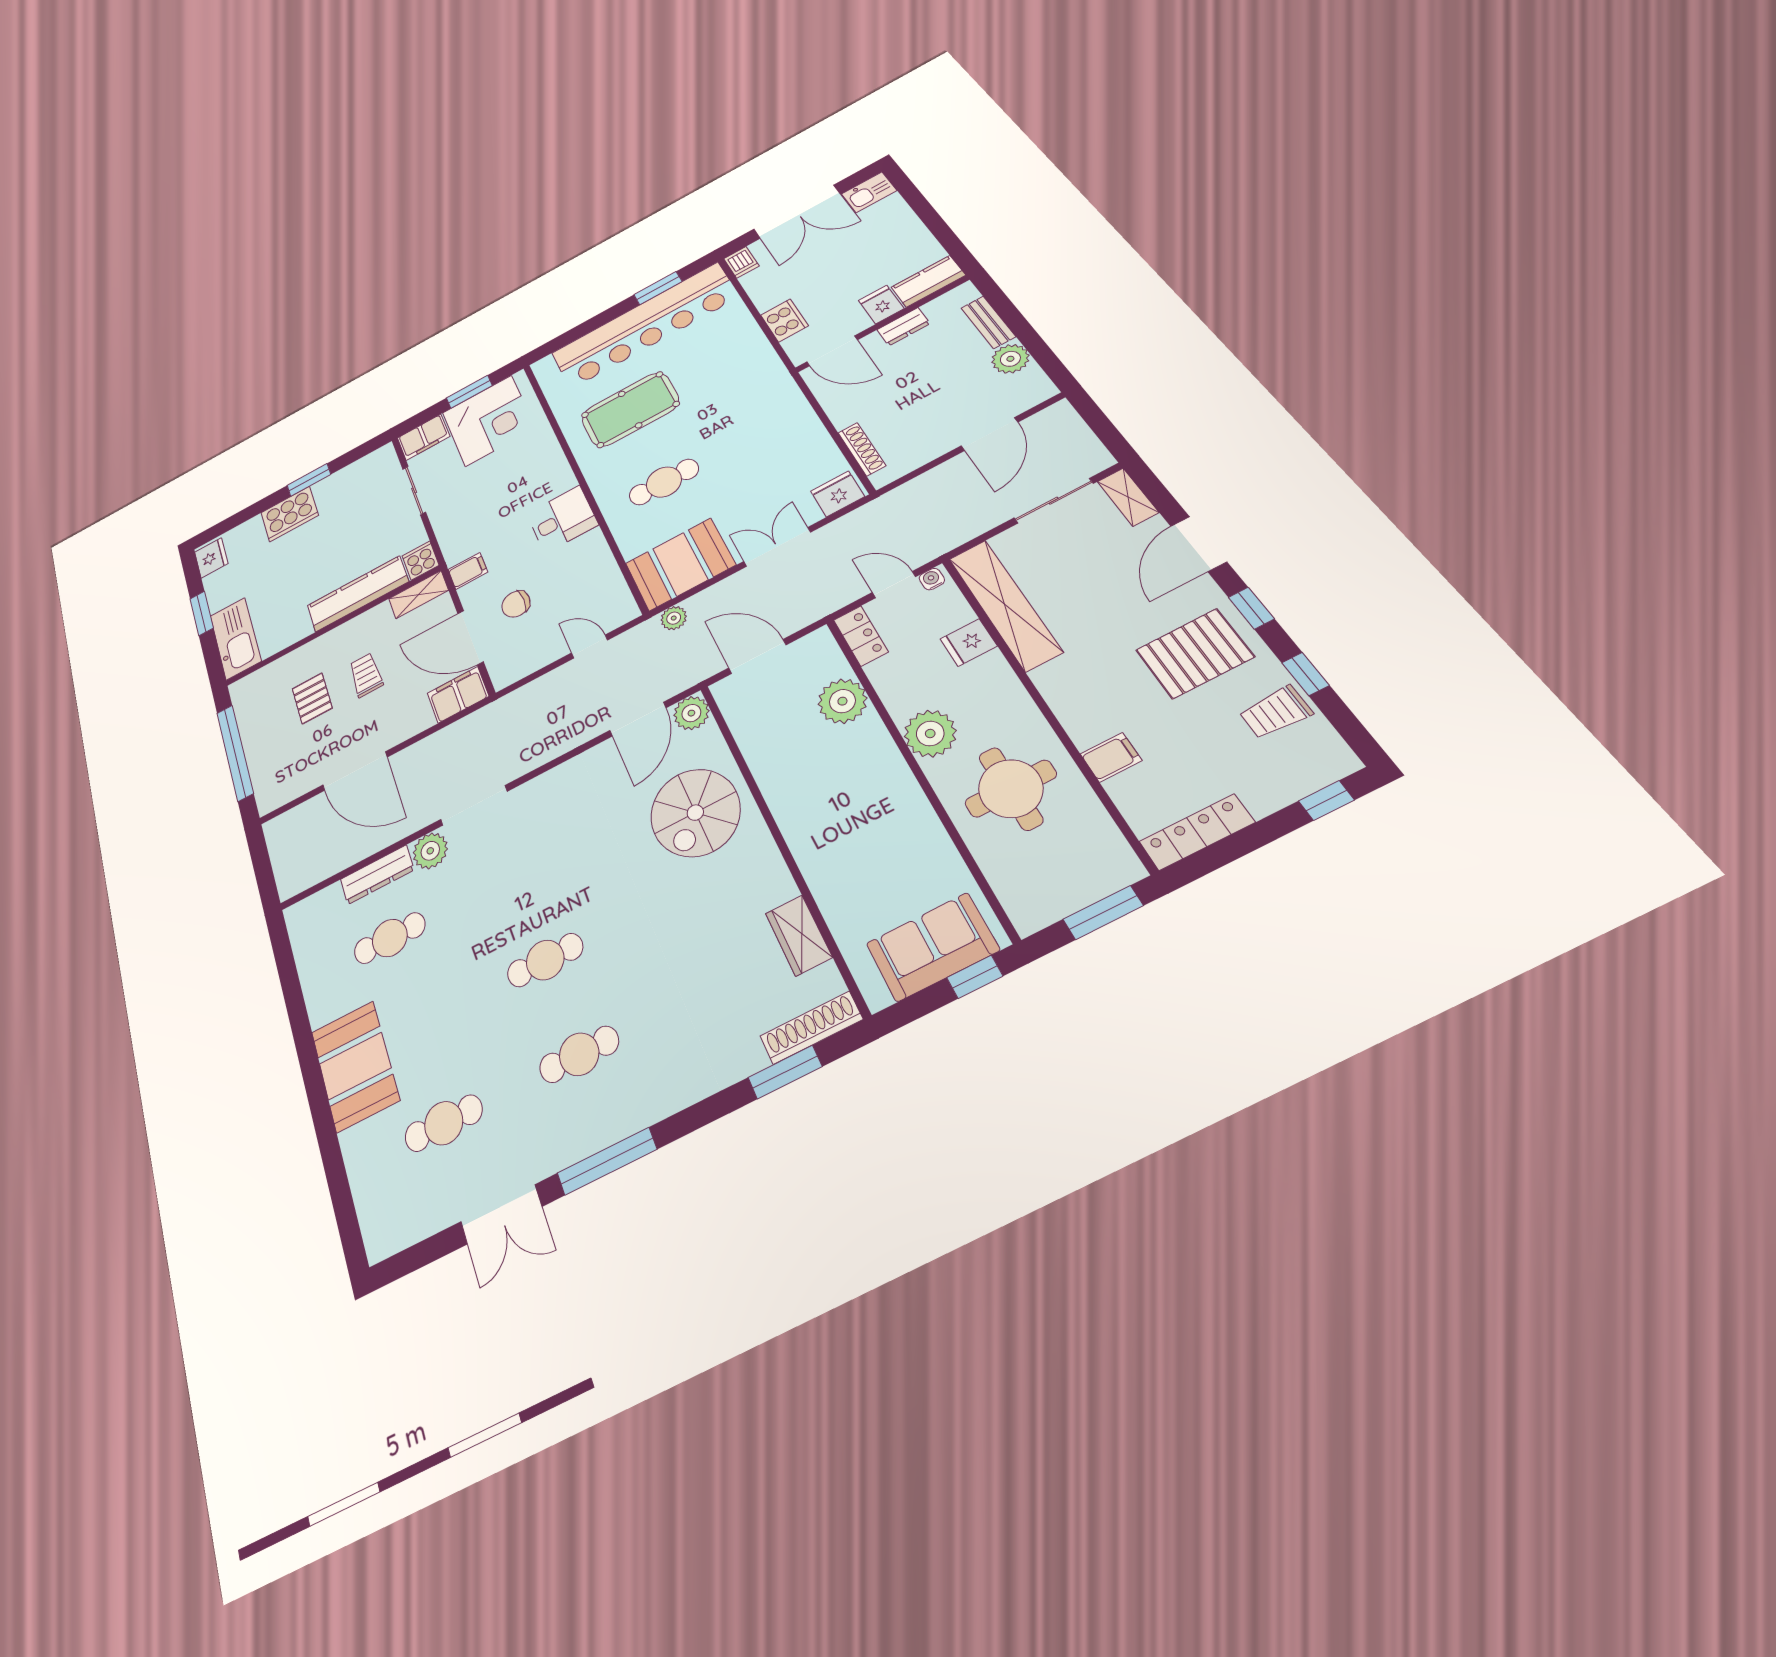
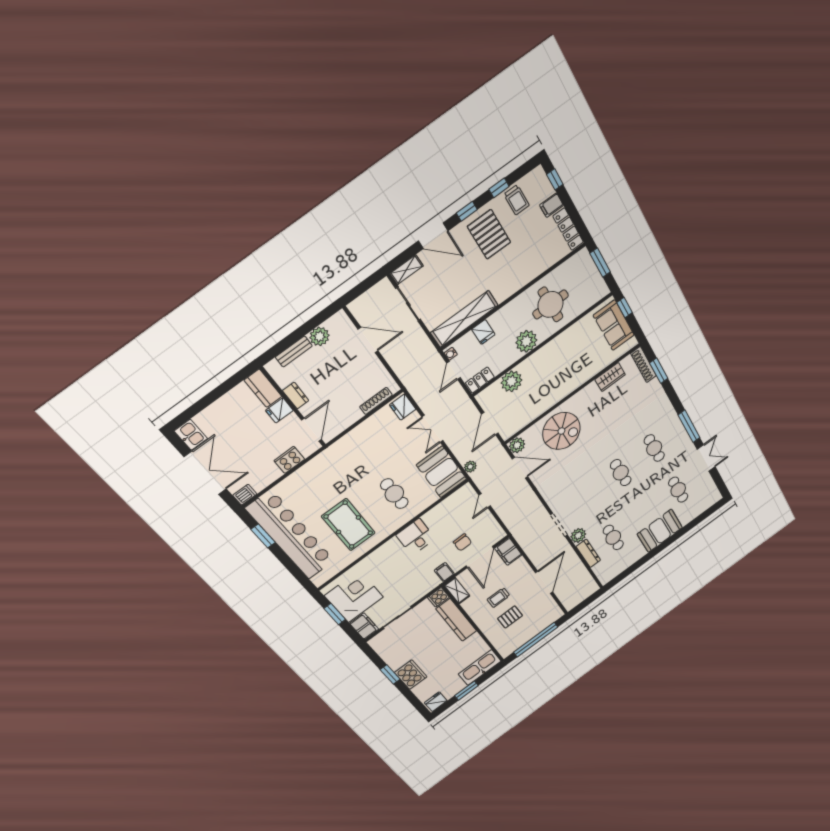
filing cabinet: (1111, 757) -> (551, 205), moved, turned -90

